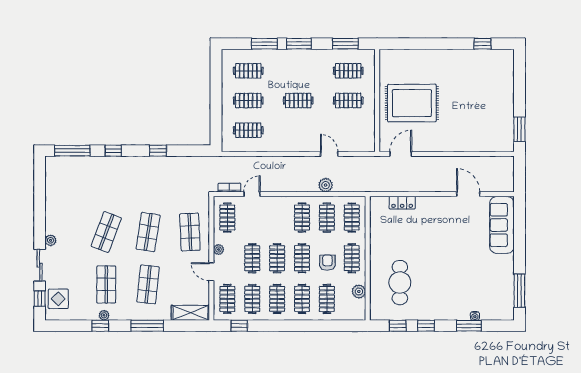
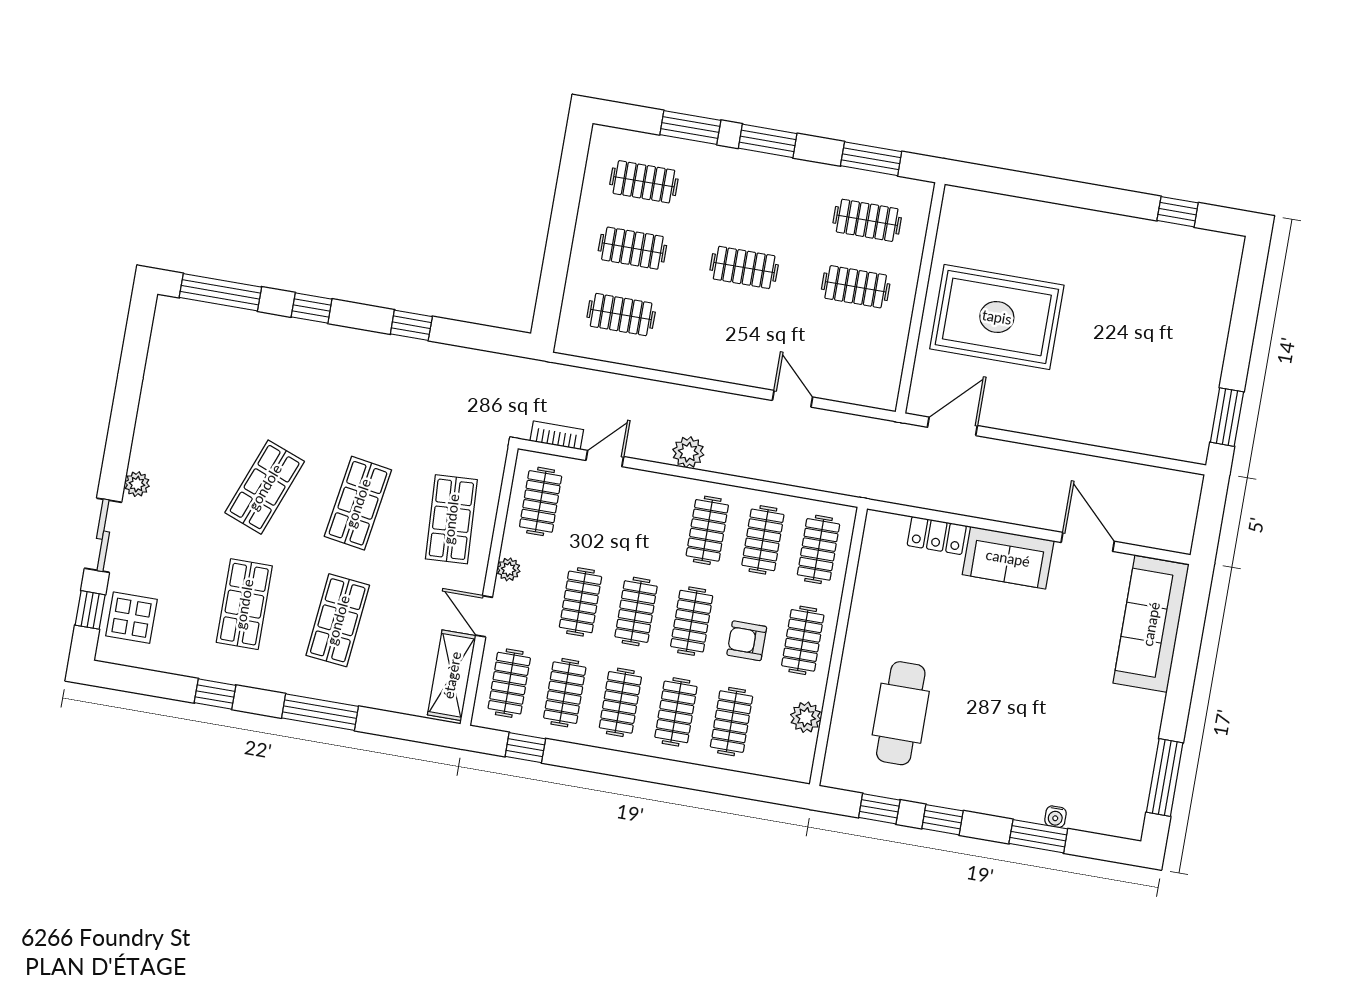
plant: (326, 185) -> (688, 452), moved
sofa: (435, 207) -> (1008, 558), added
armchair: (327, 263) -> (747, 641), turned -90
shelving: (190, 313) -> (452, 675), moved, turned 90
plant: (104, 315) -> (227, 672), removed

